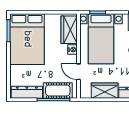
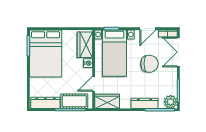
door: (78, 72) -> (94, 84), hinge flipped
wardrobe: (105, 91) -> (107, 101), moved

